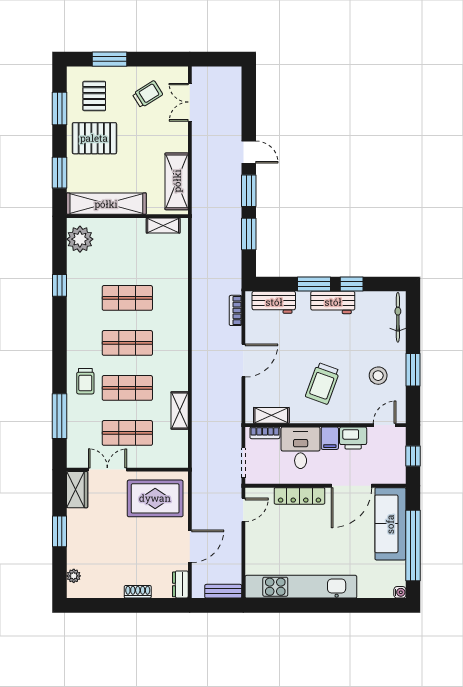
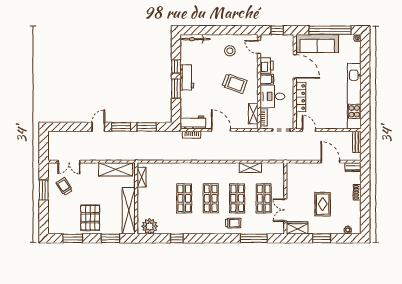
window: (110, 59) -> (44, 190), moved
pallet: (94, 96) -> (65, 218), removed
workbench: (274, 302) -> (193, 122), moved, turned -90
window: (413, 370) -> (226, 30), removed
rug: (155, 498) -> (323, 204), moved, width x0.73, depth x0.70

